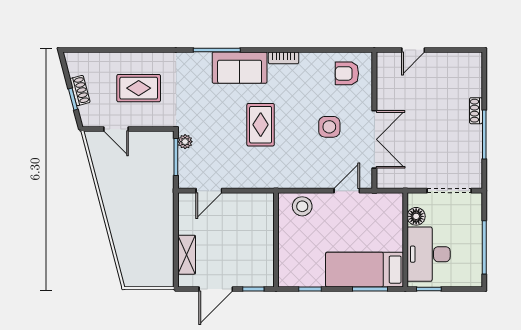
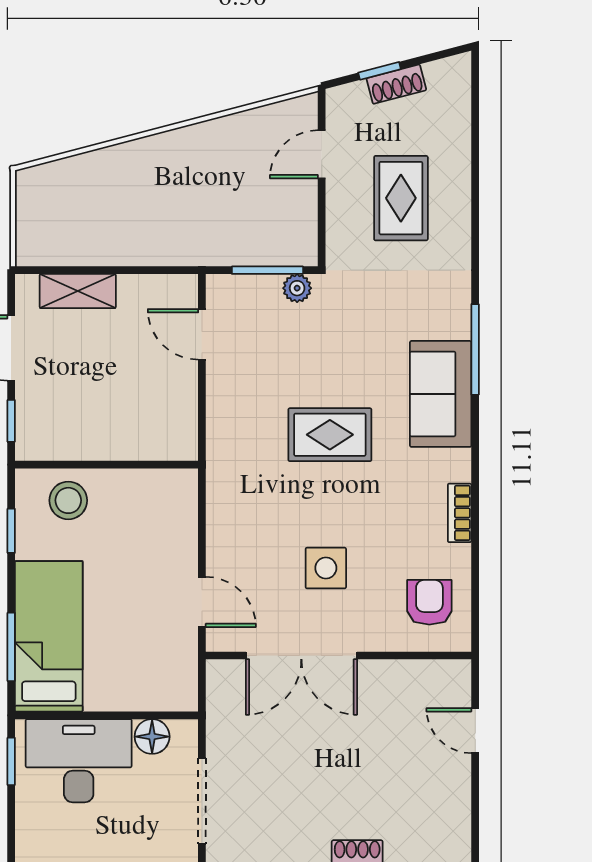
bookcase: (284, 58) -> (460, 513), moved
stool: (302, 206) -> (68, 500), moved

